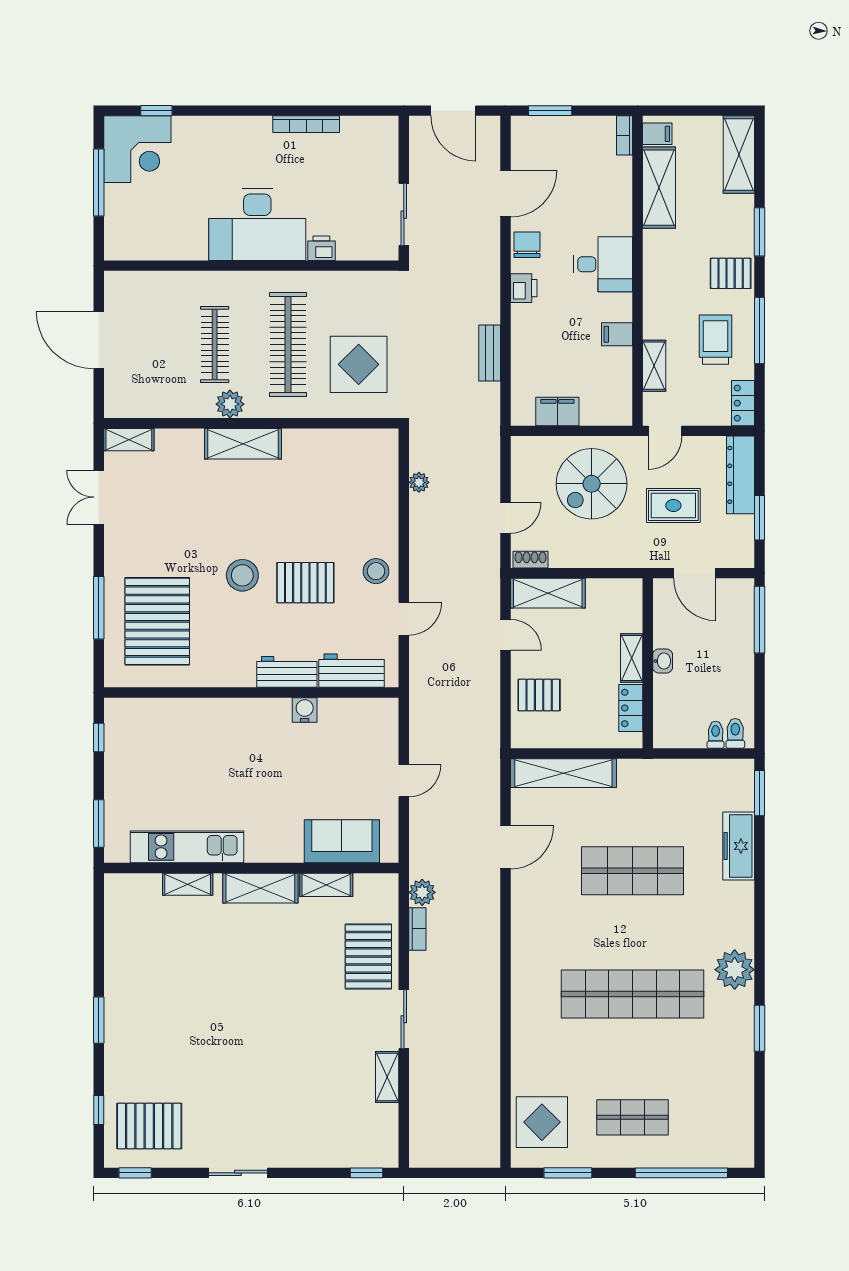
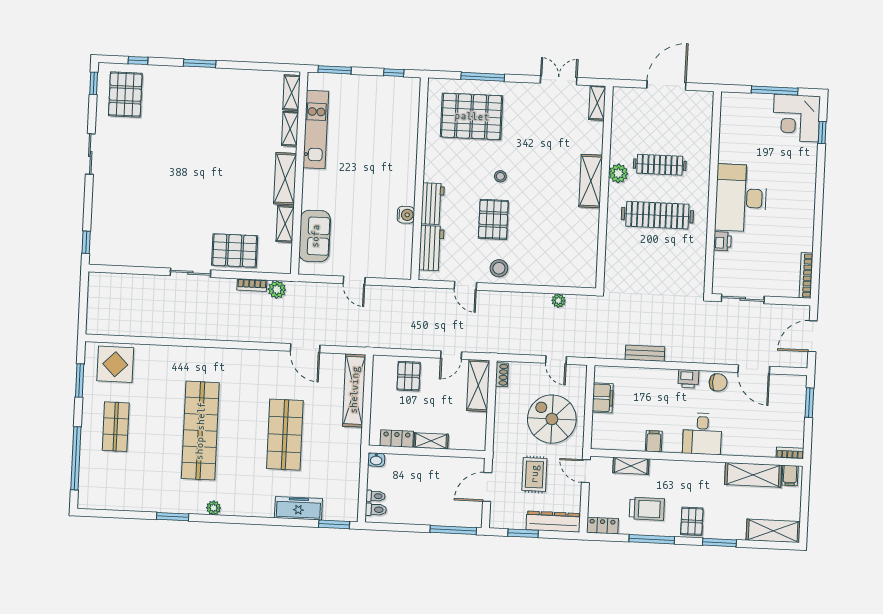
bookcase: (306, 124) -> (806, 275), moved
display table: (359, 364) -> (641, 263), removed
door: (505, 518) -> (556, 360), moved
stool: (242, 575) -> (500, 176), width x0.53, depth x0.53
washbasin: (663, 661) -> (376, 460), moved
plant: (735, 970) -> (214, 508), width x0.53, depth x0.53
shelving: (387, 1077) -> (292, 93), moved, turned 90

